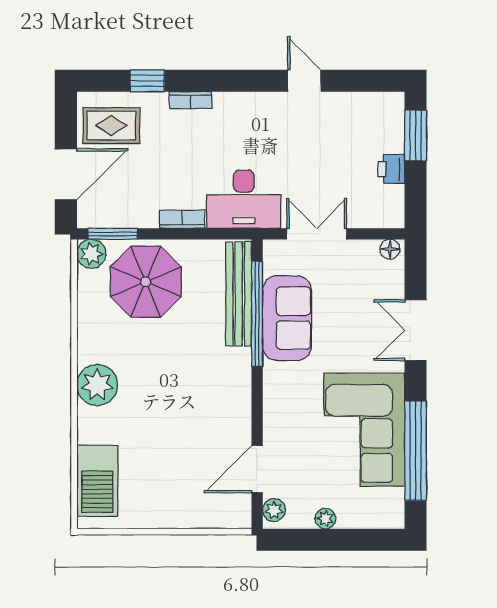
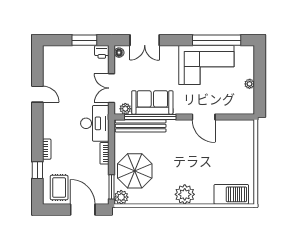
door: (304, 81) -> (37, 94), swing flipped
window: (416, 136) -> (84, 40), moved
printer: (391, 169) -> (102, 52), moved
double door: (416, 330) -> (145, 40), moved
door: (257, 469) -> (204, 117), moved
plant: (274, 510) -> (125, 109), moved

